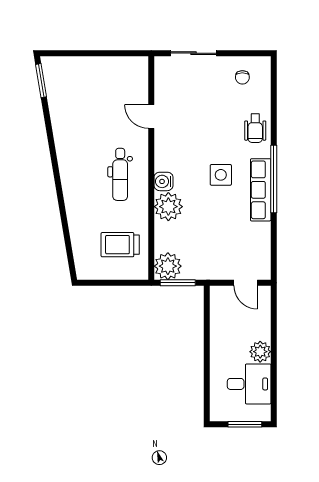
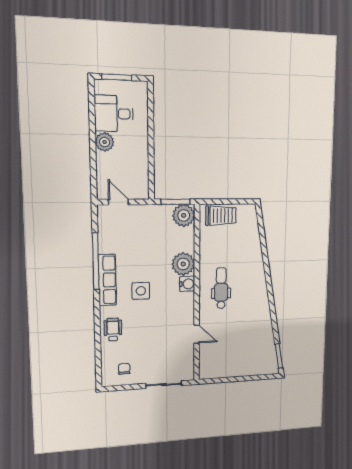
window: (274, 179) -> (96, 261), moved
trolley: (120, 245) -> (221, 216), moved

